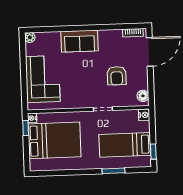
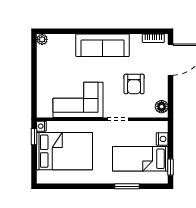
sofa: (80, 41) -> (103, 45), width x1.36
corner sofa: (43, 79) -> (78, 100), moved, turned -90
nightstand: (144, 115) -> (162, 139), moved

